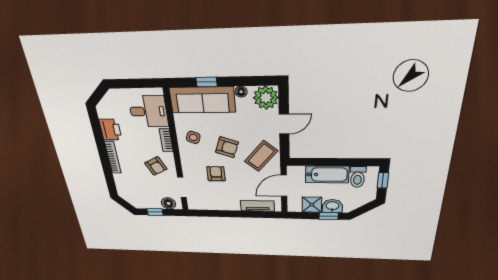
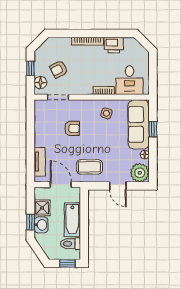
armchair: (227, 147) -> (97, 140), removed
coffee table: (261, 156) -> (89, 167), turned -40
armchair: (156, 166) -> (59, 69), moved

